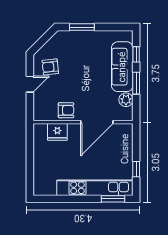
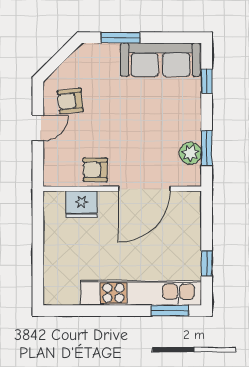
sofa: (122, 67) -> (161, 60), moved, turned -90
window: (136, 83) -> (207, 148), moved
armchair: (66, 110) -> (95, 170), turned 180

